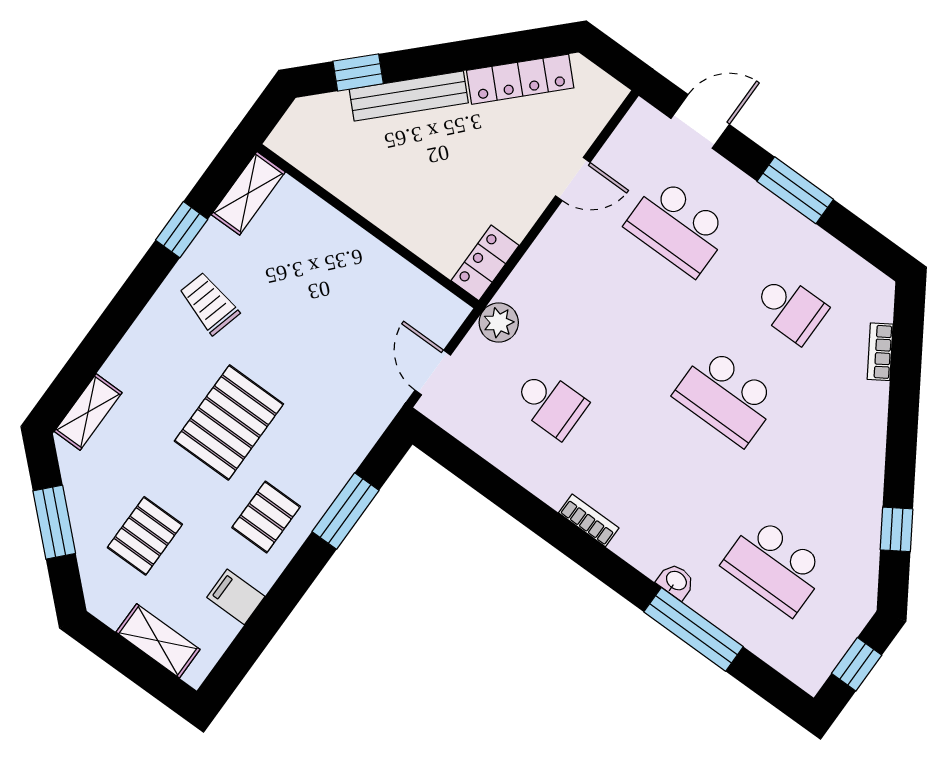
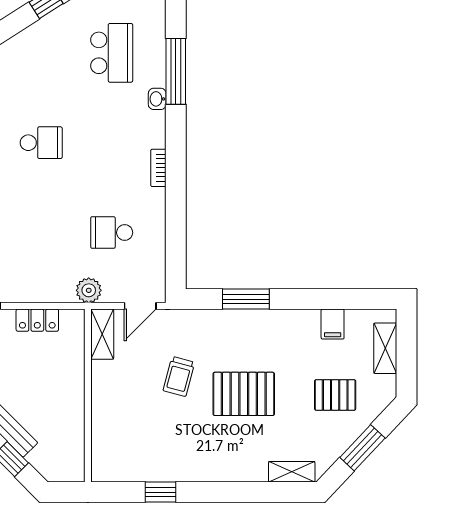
shelving: (248, 193) -> (102, 334), moved, turned 90
locker: (485, 263) -> (37, 320), moved
trolley: (209, 303) -> (179, 376), moved
school desk: (726, 397) -> (41, 143), width x0.54
school desk: (550, 404) -> (112, 233), turned -90
pallet: (266, 517) -> (279, 339), removed

